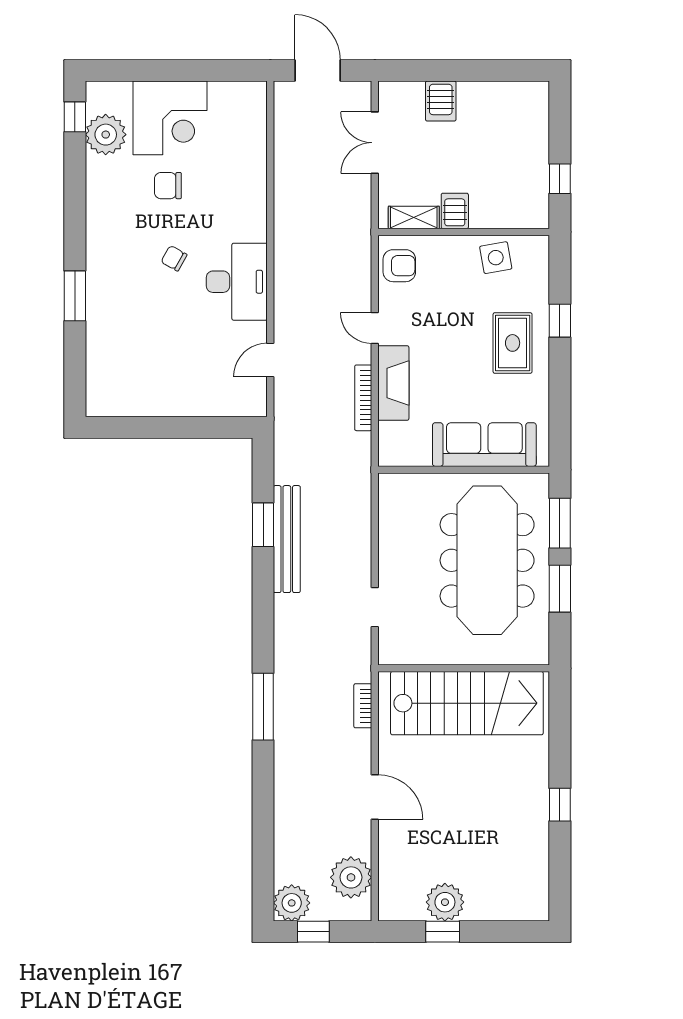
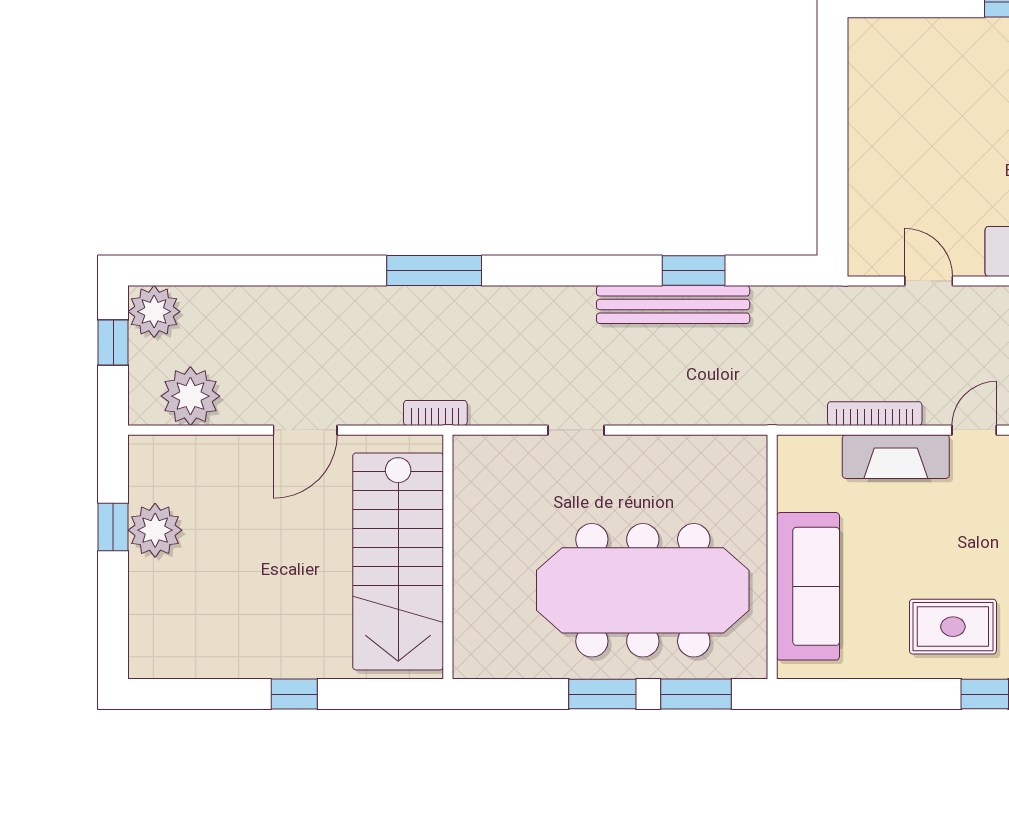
wall: (464, 668) -> (448, 557), moved
stairs: (467, 703) -> (398, 561), moved

